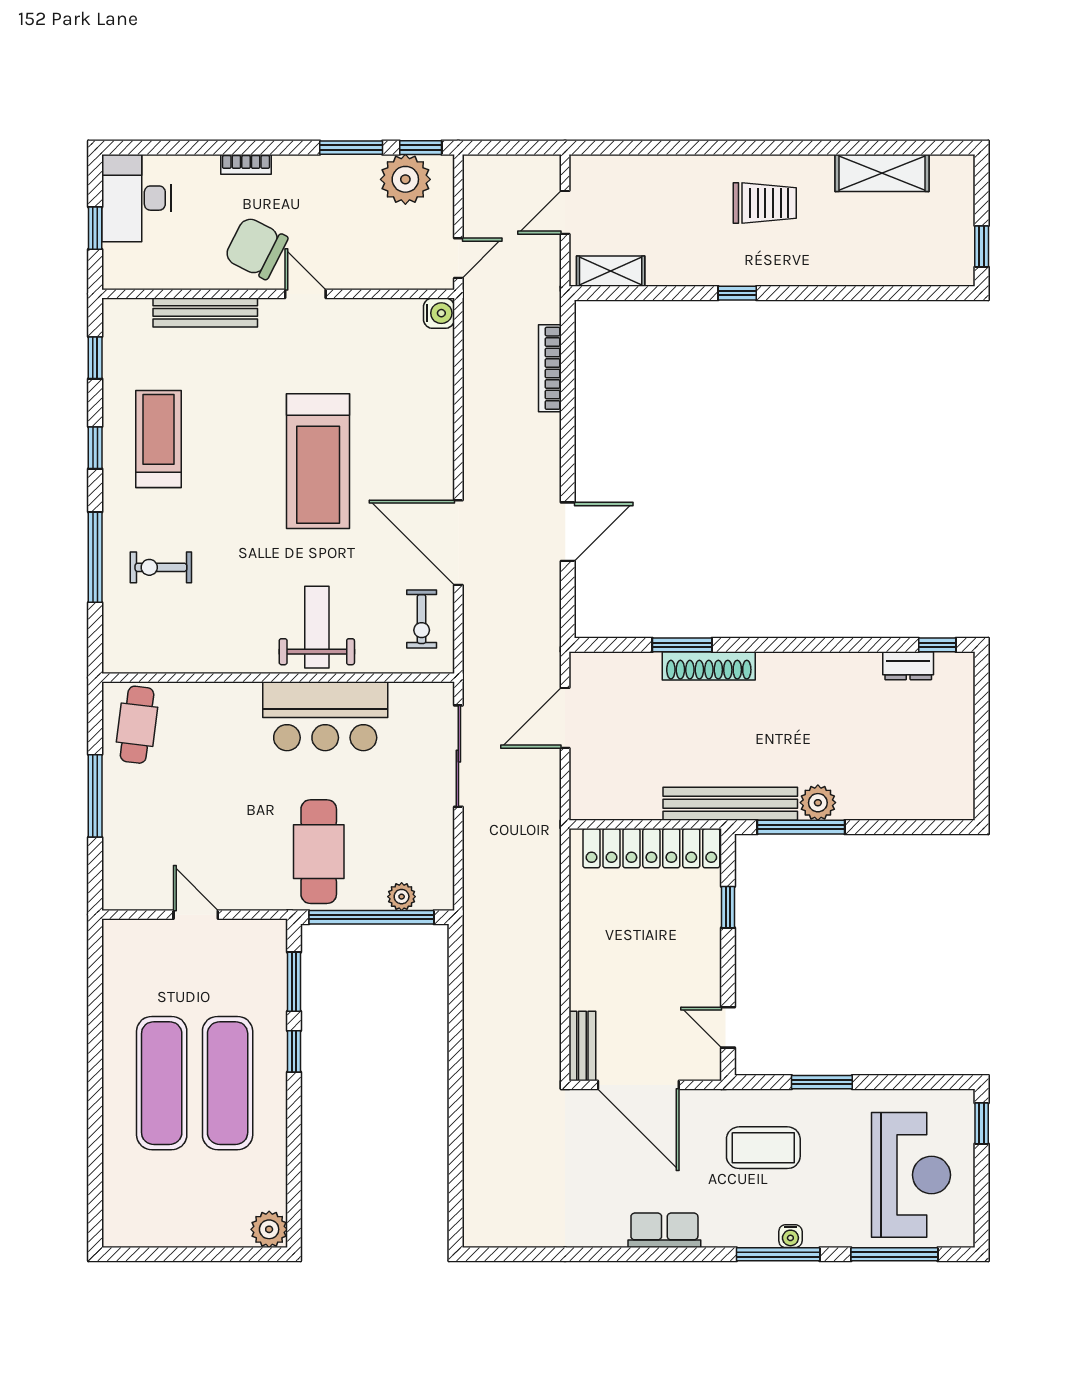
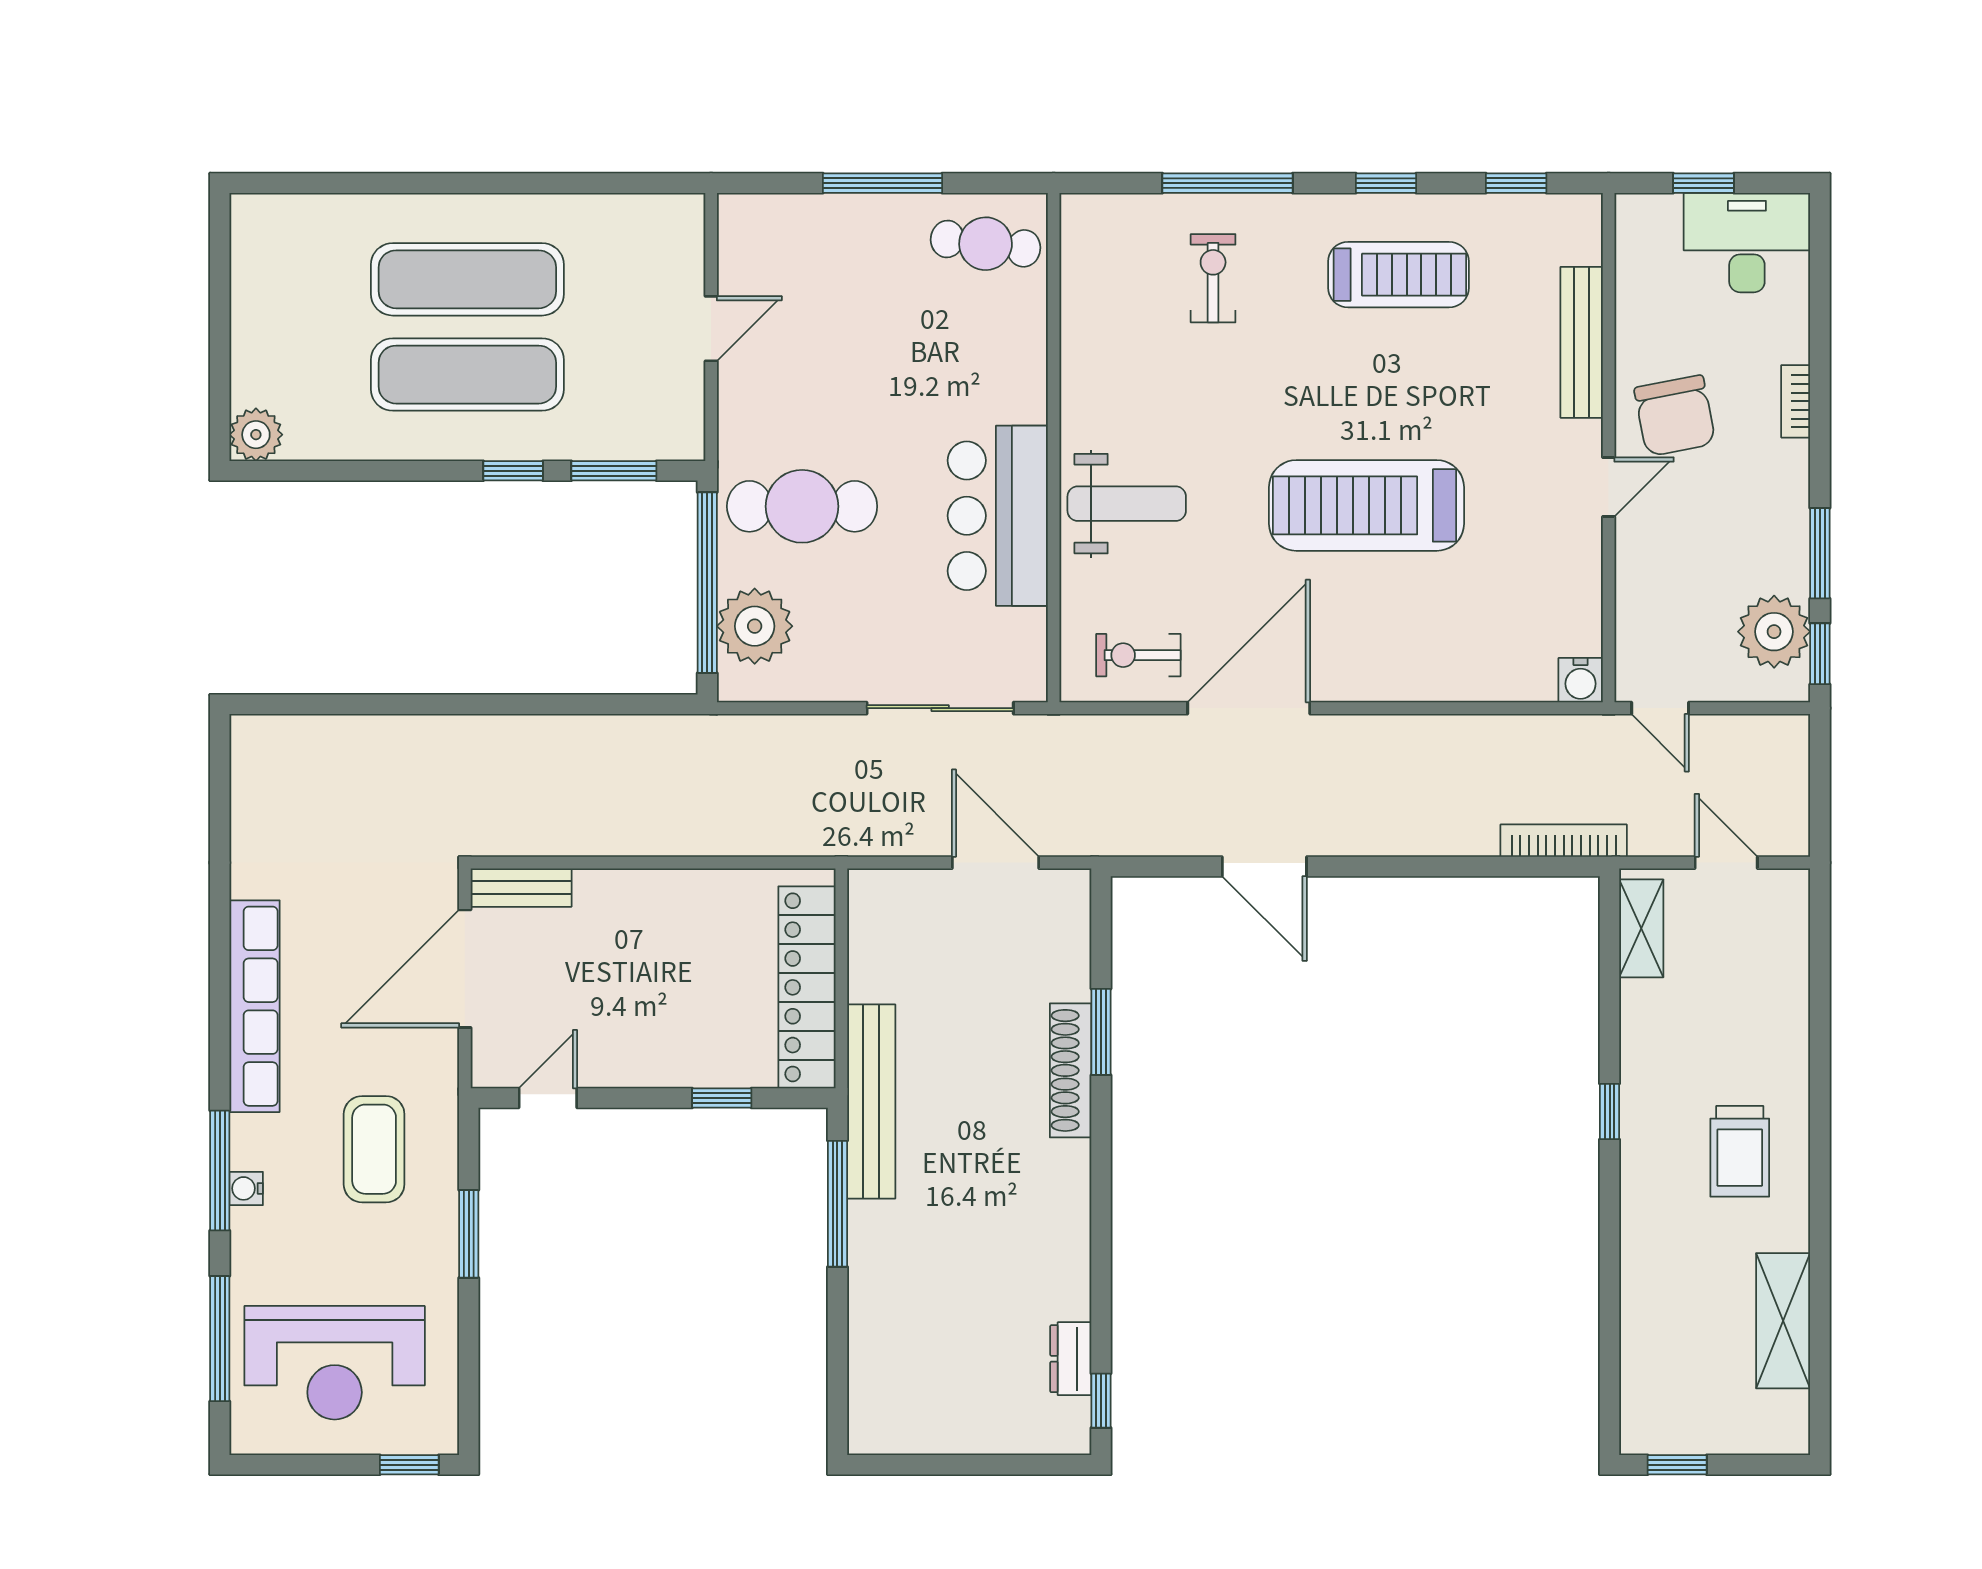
chair: (256, 248) -> (1675, 416), turned 142
bookcase: (550, 368) -> (1564, 841), moved
plant: (818, 803) -> (873, 1228), removed
plant: (402, 897) -> (755, 626), width x1.87, depth x1.87
row of seats: (664, 1230) -> (255, 1006), width x2.02

